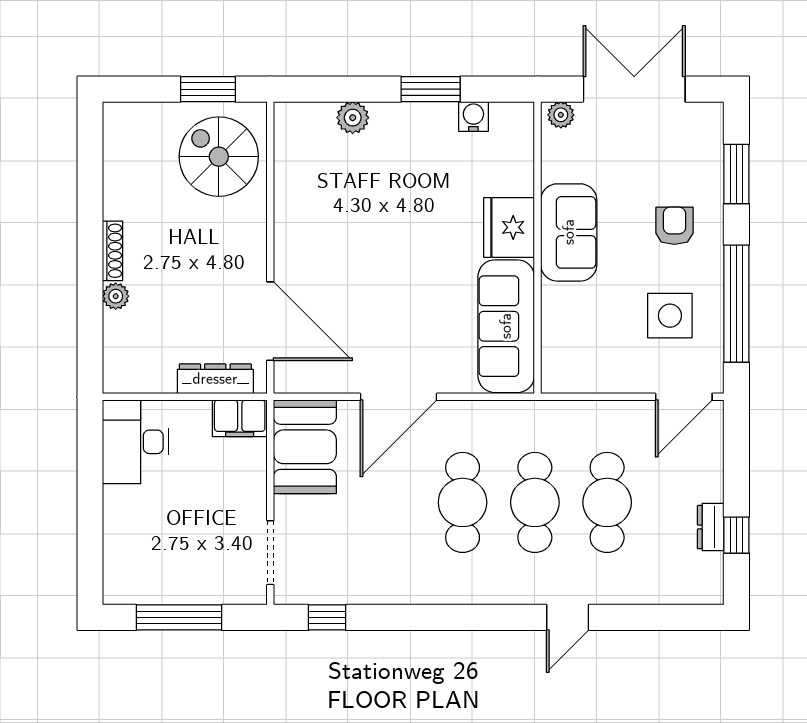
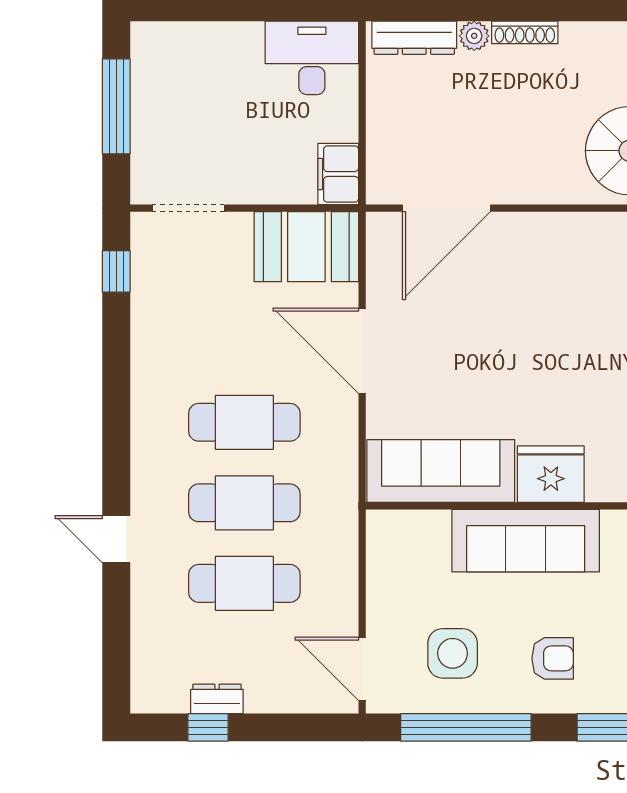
sofa: (569, 232) -> (526, 541), width x1.36
dresser: (215, 379) -> (414, 38), moved, turned 90

